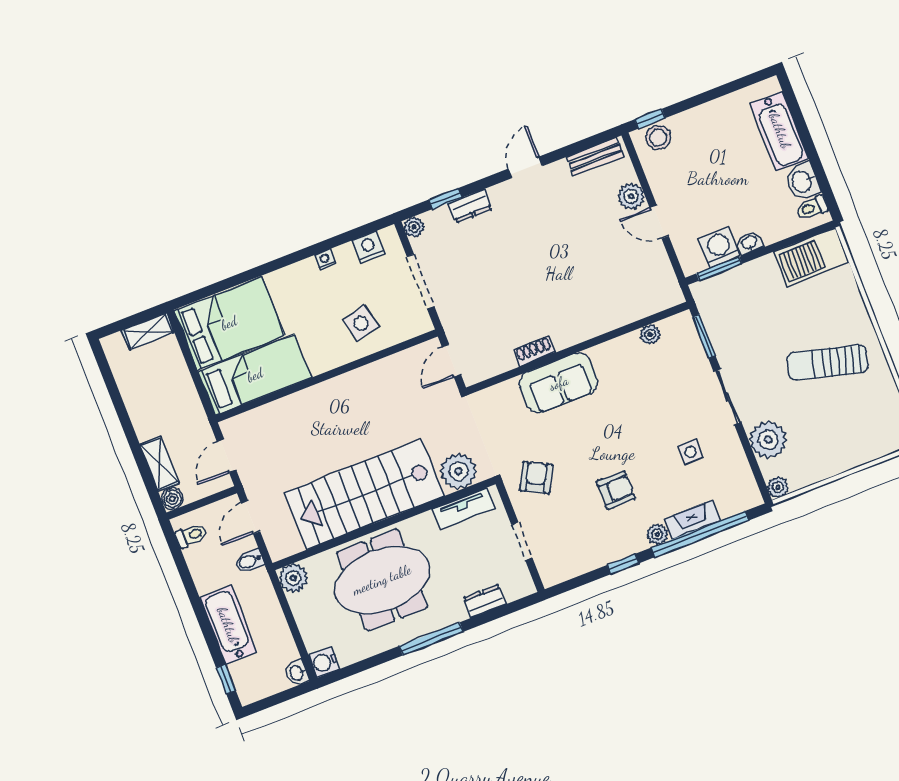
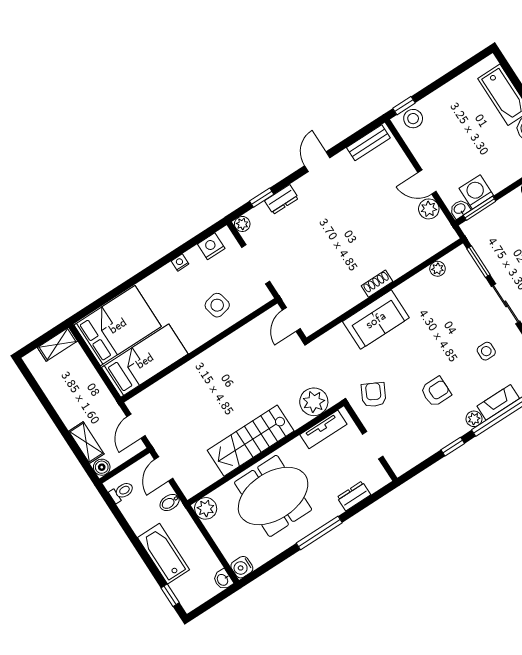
plant: (631, 196) -> (429, 209), moved
washbasin: (750, 243) -> (460, 209), moved
shoe rack: (534, 351) -> (377, 284), moved
stairs: (364, 494) -> (251, 441), width x0.73, depth x0.66

